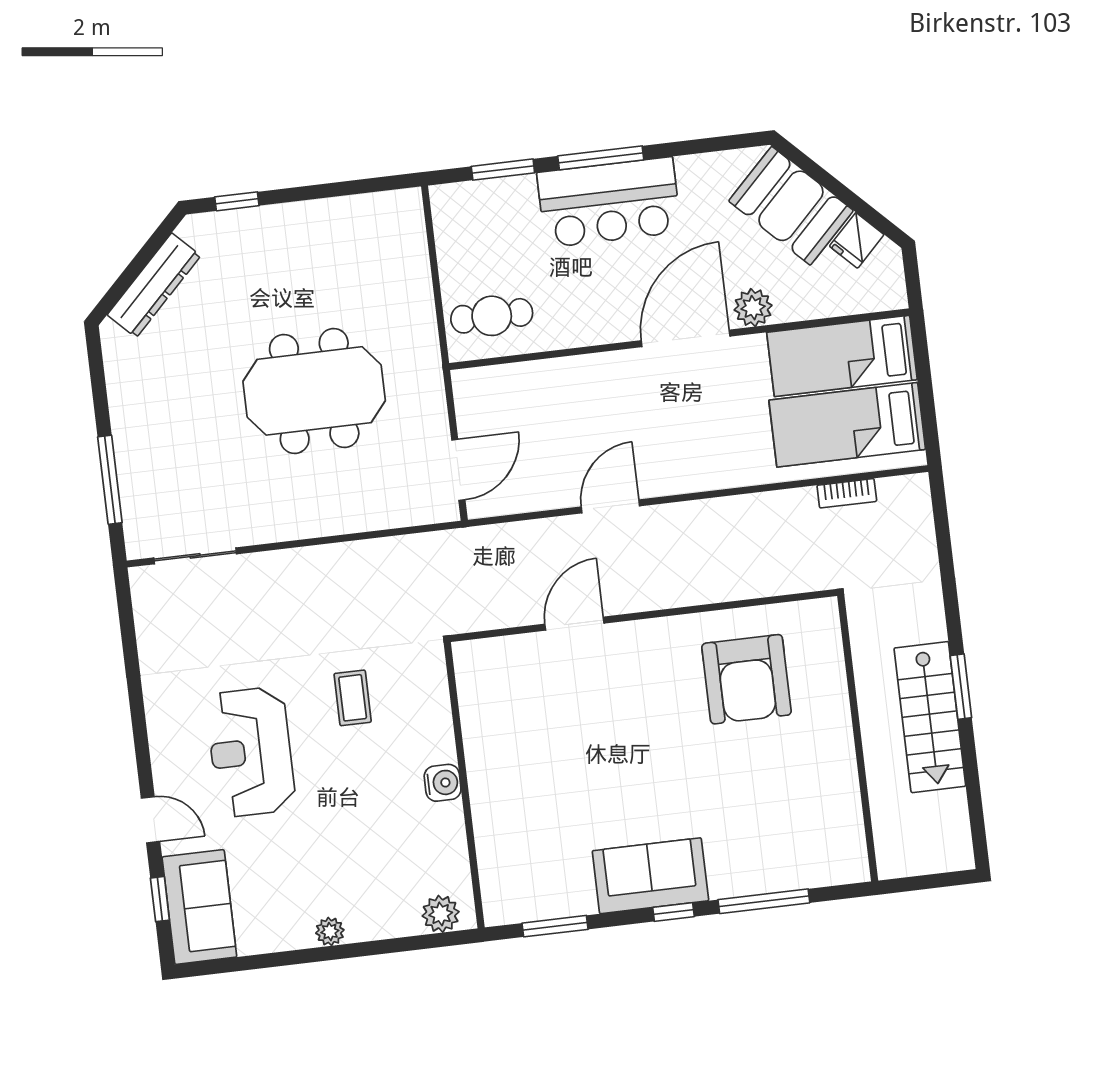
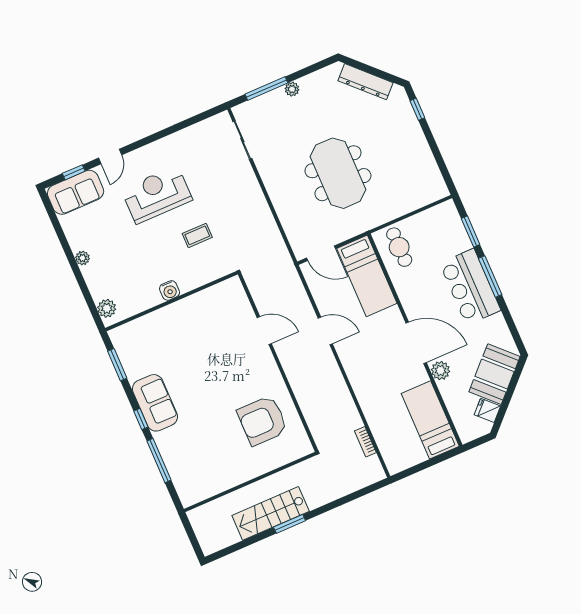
bed: (847, 425) -> (367, 276), moved, turned 180
plant: (126, 431) -> (292, 89), added

